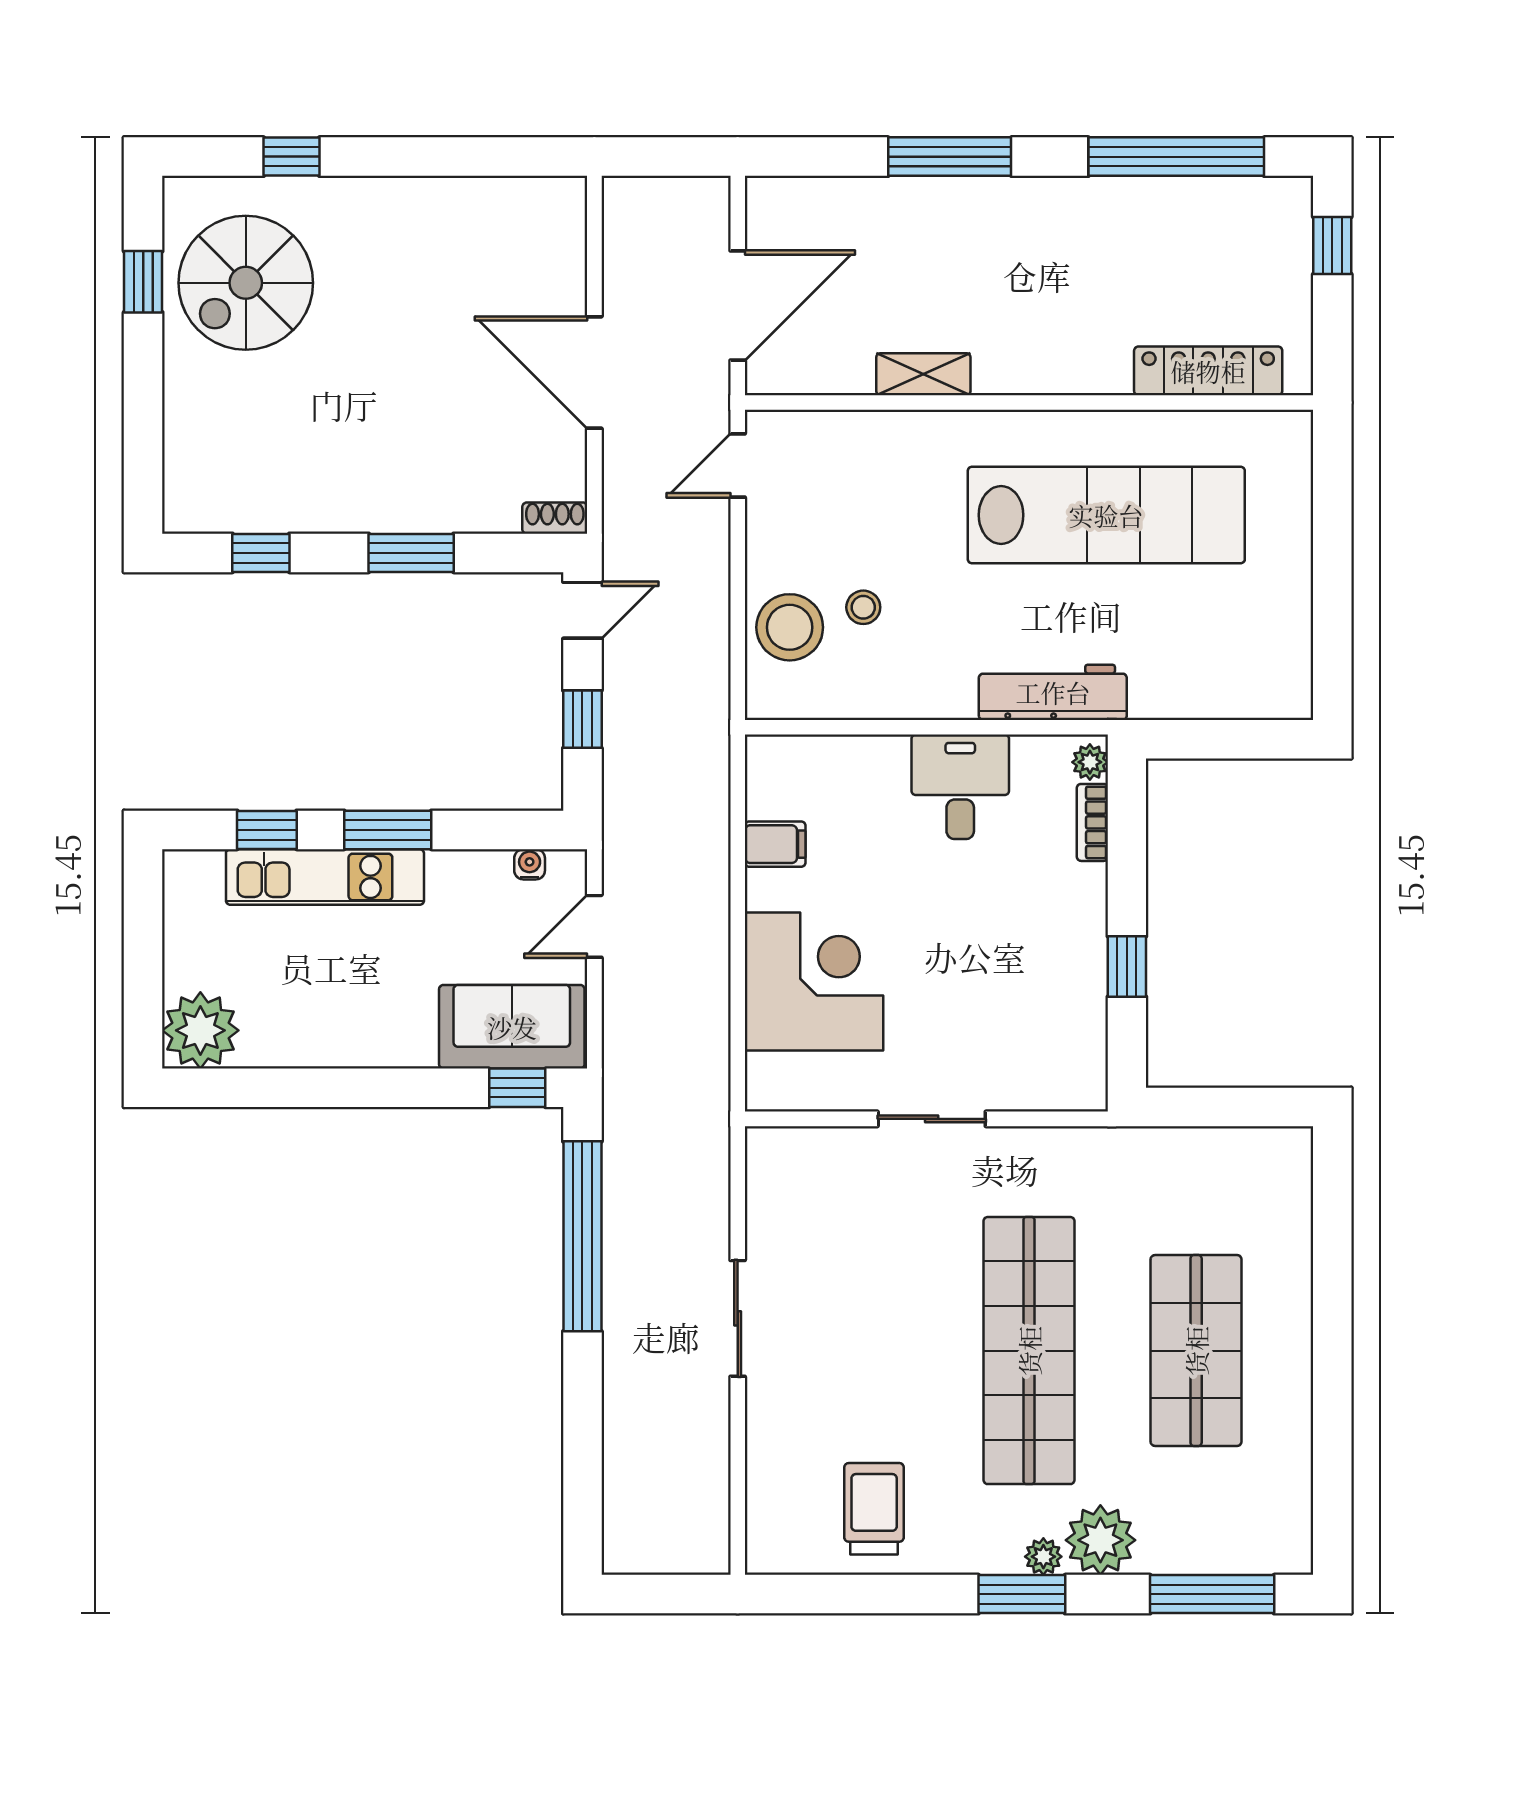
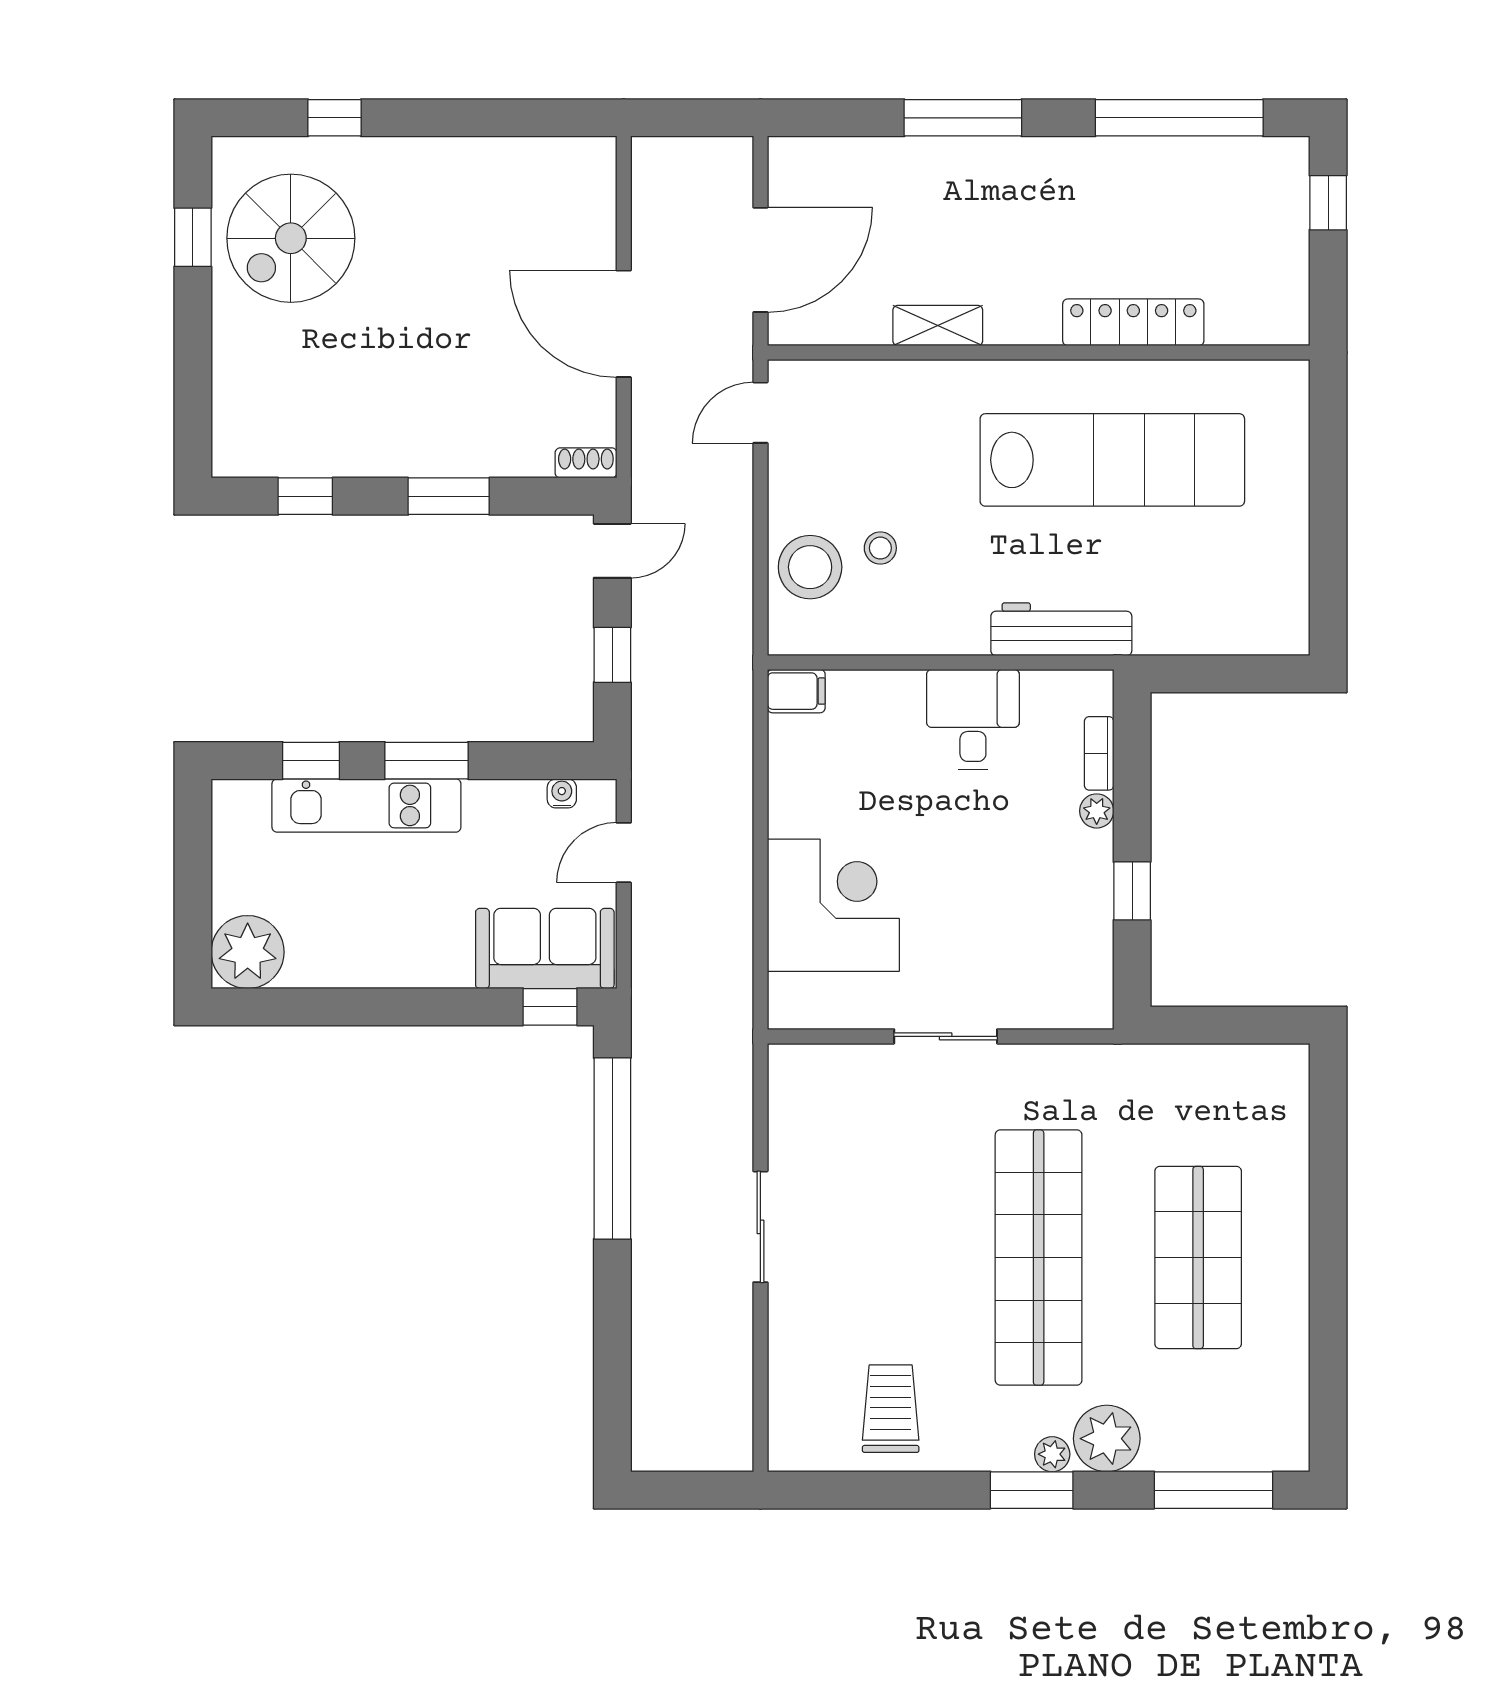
locker: (1208, 371) -> (1133, 322), moved
plant: (1090, 762) -> (1097, 811), moved
filing cabinet: (775, 844) -> (796, 691), moved

